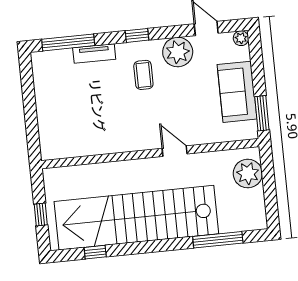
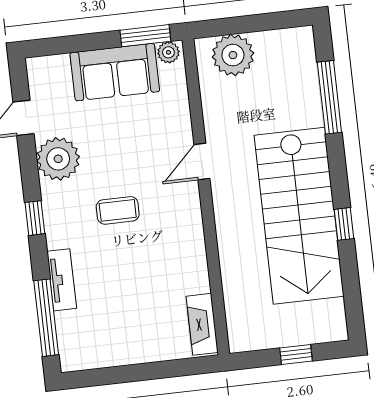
plant: (241, 38) -> (168, 52), moved
coffee table: (143, 75) -> (118, 210), moved
fireplace: (62, 150) -> (202, 324), added
stairs: (136, 218) -> (299, 216), width x0.73
window: (95, 252) -> (344, 224), moved

